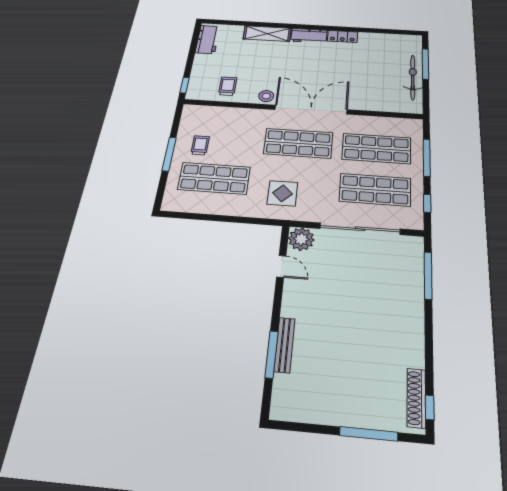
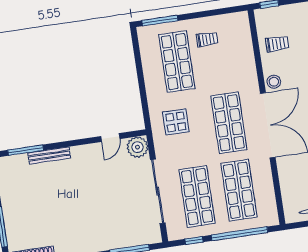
window: (169, 154) -> (160, 21), moved
window: (427, 158) -> (239, 234), width x1.46
window: (272, 354) -> (26, 150), moved

